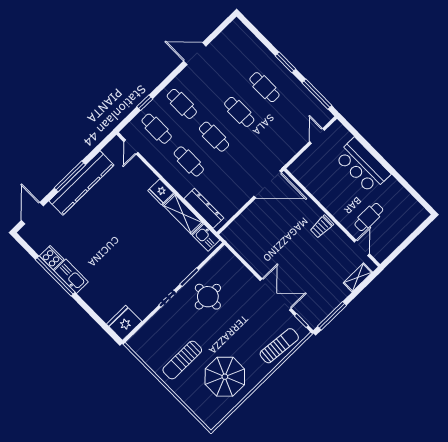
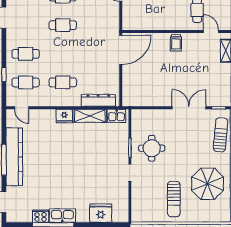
cafe table: (214, 137) -> (63, 54), removed
fridge: (124, 323) -> (101, 213), moved, turned 90

